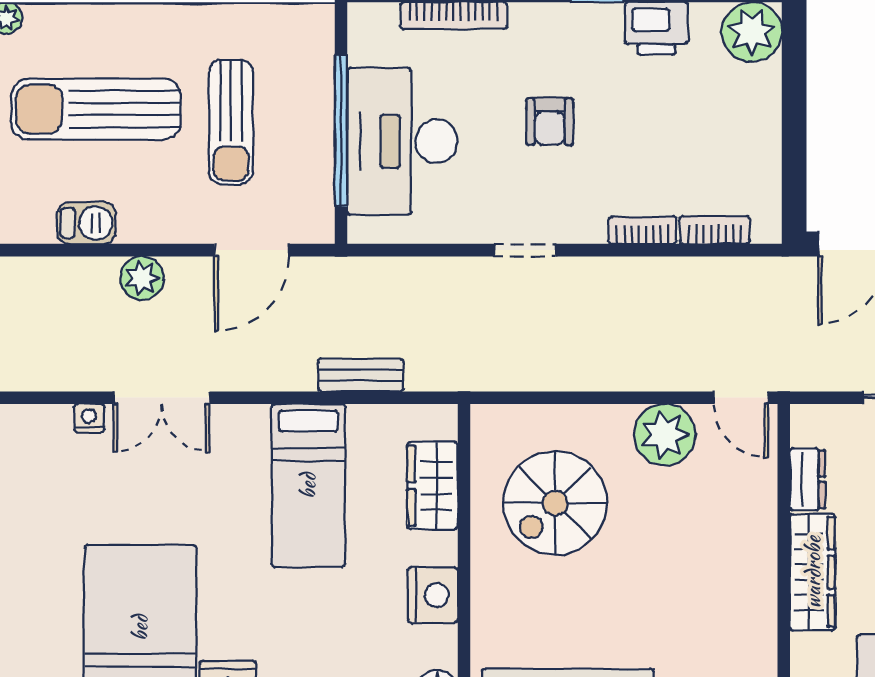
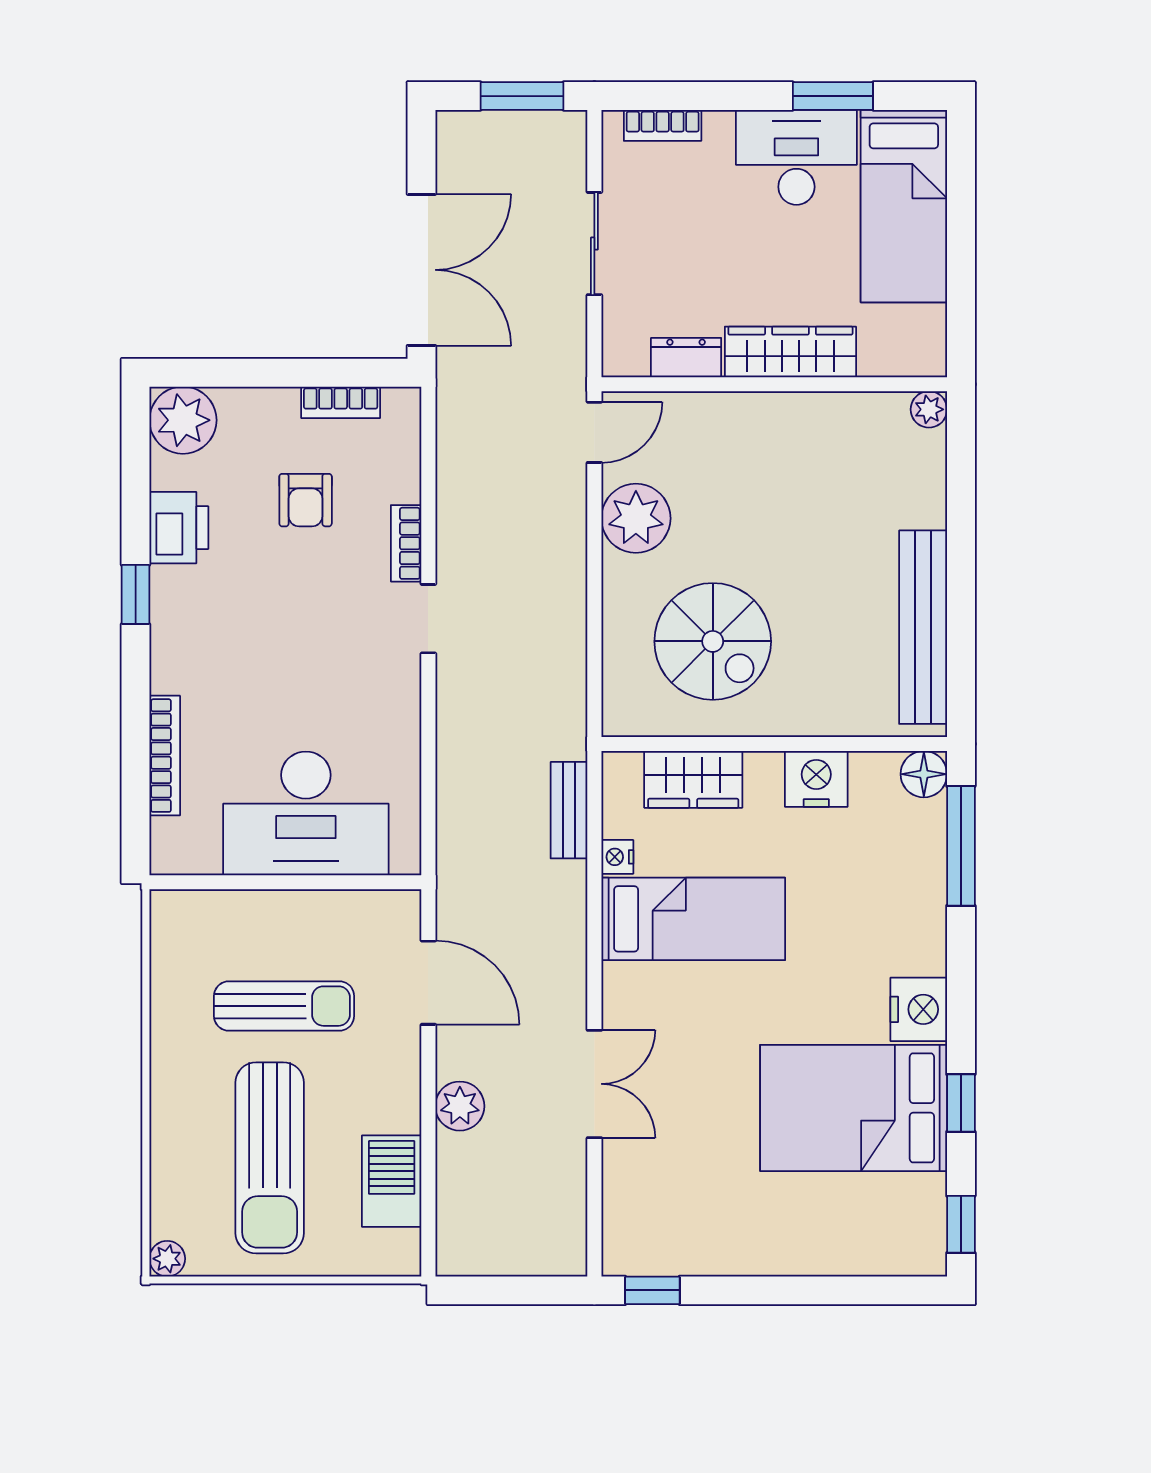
armchair: (550, 122) -> (306, 500), moved, turned 90
window: (341, 131) -> (294, 882), removed
barbecue: (86, 223) -> (392, 1181), width x1.38, depth x1.27
bookcase: (715, 230) -> (341, 402), moved, turned -90
doorway: (525, 250) -> (428, 619), moved
bench: (361, 375) -> (569, 810), moved
nightstand: (89, 418) -> (617, 857), moved

